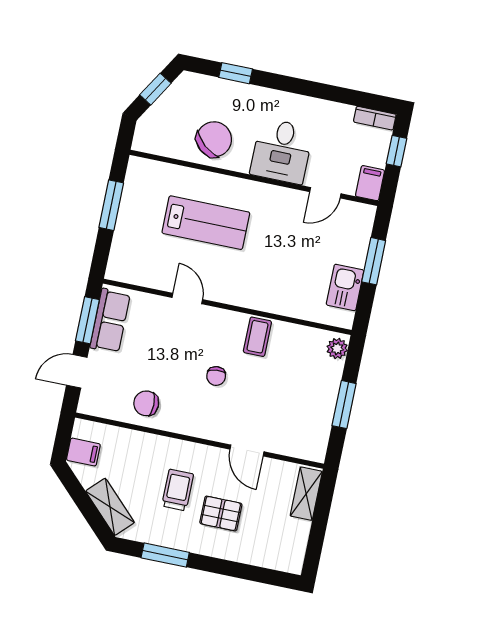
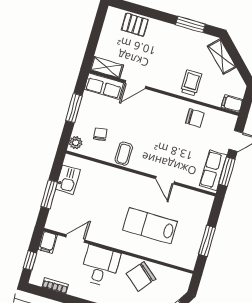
bookcase: (375, 118) -> (55, 286), moved
chair: (216, 376) -> (100, 134), moved
row of seats: (298, 444) -> (104, 86), added
door: (247, 450) -> (135, 85), swing flipped
filing cabinet: (83, 452) -> (232, 104), moved
trolley: (178, 490) -> (191, 83), moved, turned 180
shelving: (306, 494) -> (107, 67), moved, turned 90
pallet: (221, 513) -> (135, 25), moved

